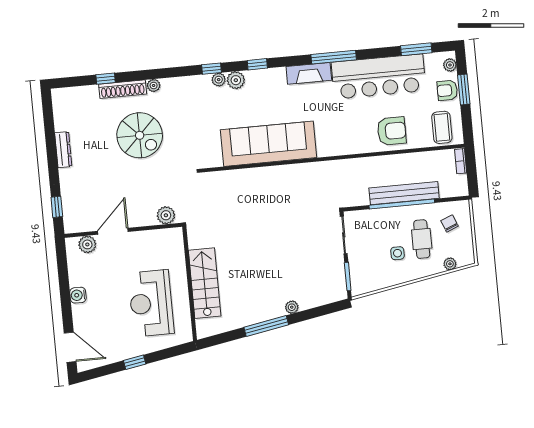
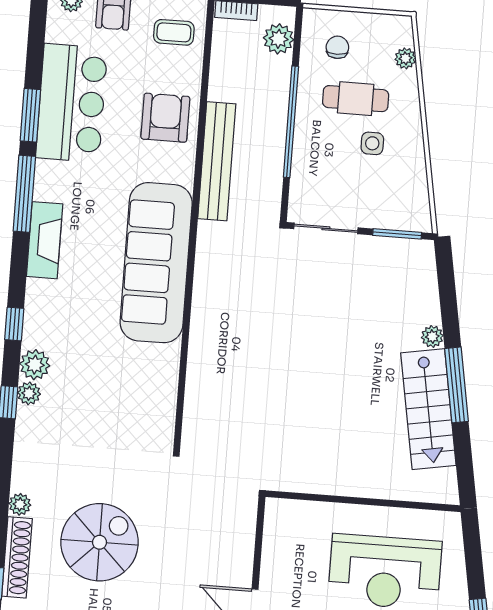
window: (416, 49) -> (30, 115), moved
bar counter: (379, 76) -> (72, 103), width x0.73
coffee table: (442, 127) -> (174, 32), width x0.73, depth x0.77
sofa: (269, 144) -> (156, 263), moved
bench: (404, 193) -> (217, 161), moved
plant: (166, 215) -> (279, 39), moved
chair: (450, 223) -> (337, 47), turned 112
stairs: (205, 283) -> (428, 409), moved, turned -100

